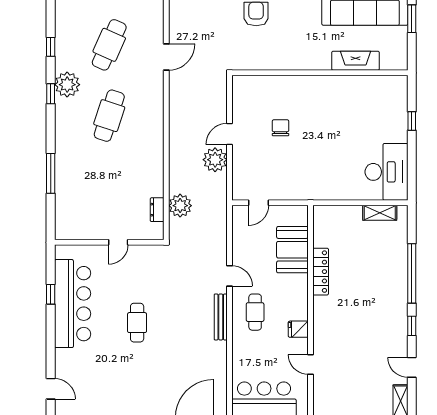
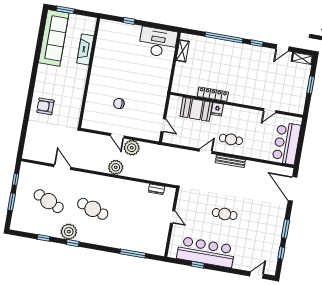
window: (51, 173) -> (133, 253), moved
plant: (180, 206) -> (116, 167), moved
fridge: (298, 329) -> (217, 109), moved

